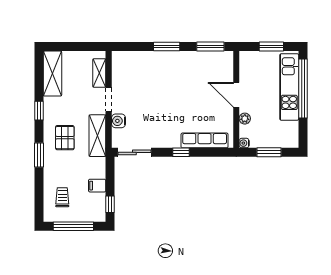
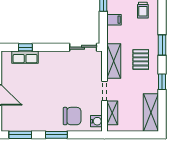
chair: (148, 69) -> (72, 116), added
water cooler: (118, 121) -> (96, 121), moved
row of seats: (205, 140) -> (25, 57), width x0.68
window: (181, 152) -> (25, 47), moved

